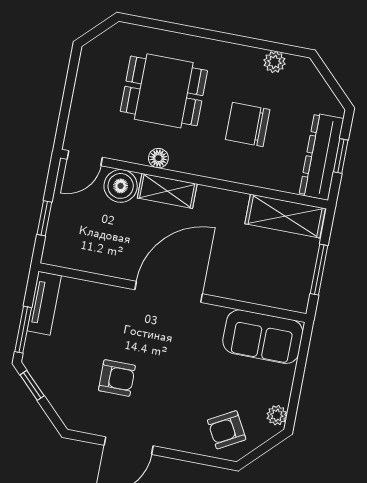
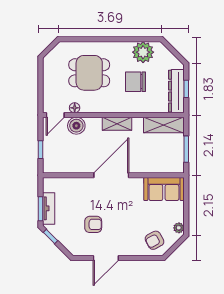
plant: (274, 62) -> (143, 52), width x1.88, depth x1.88
floor lamp: (158, 158) -> (75, 108), moved
shelving: (167, 191) -> (117, 124), moved
tv unit: (44, 303) -> (49, 208), moved

